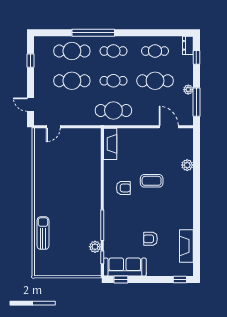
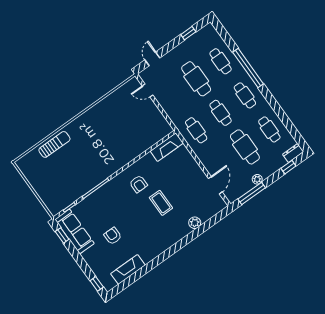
cafe table: (72, 51) -> (221, 61), width x0.73, depth x0.74
cafe table: (113, 110) -> (196, 130), width x0.73, depth x0.74
plant: (95, 247) -> (74, 195), removed

